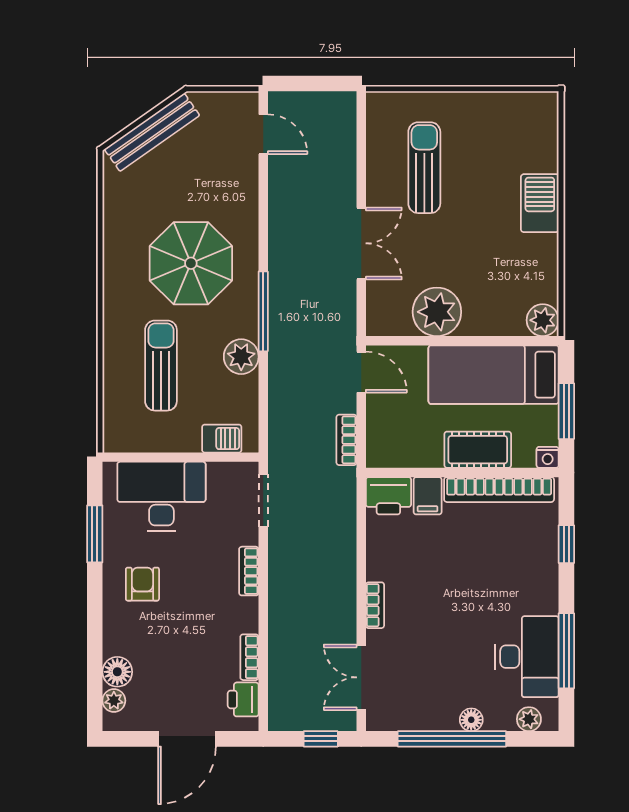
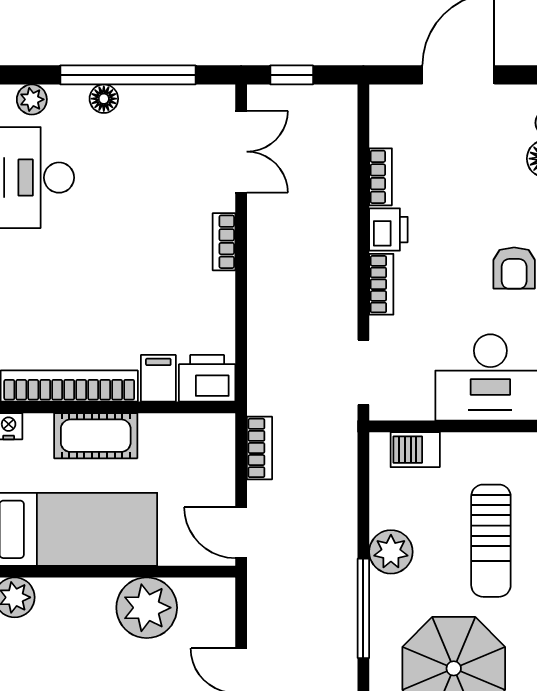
printer: (243, 699) -> (388, 230), moved

